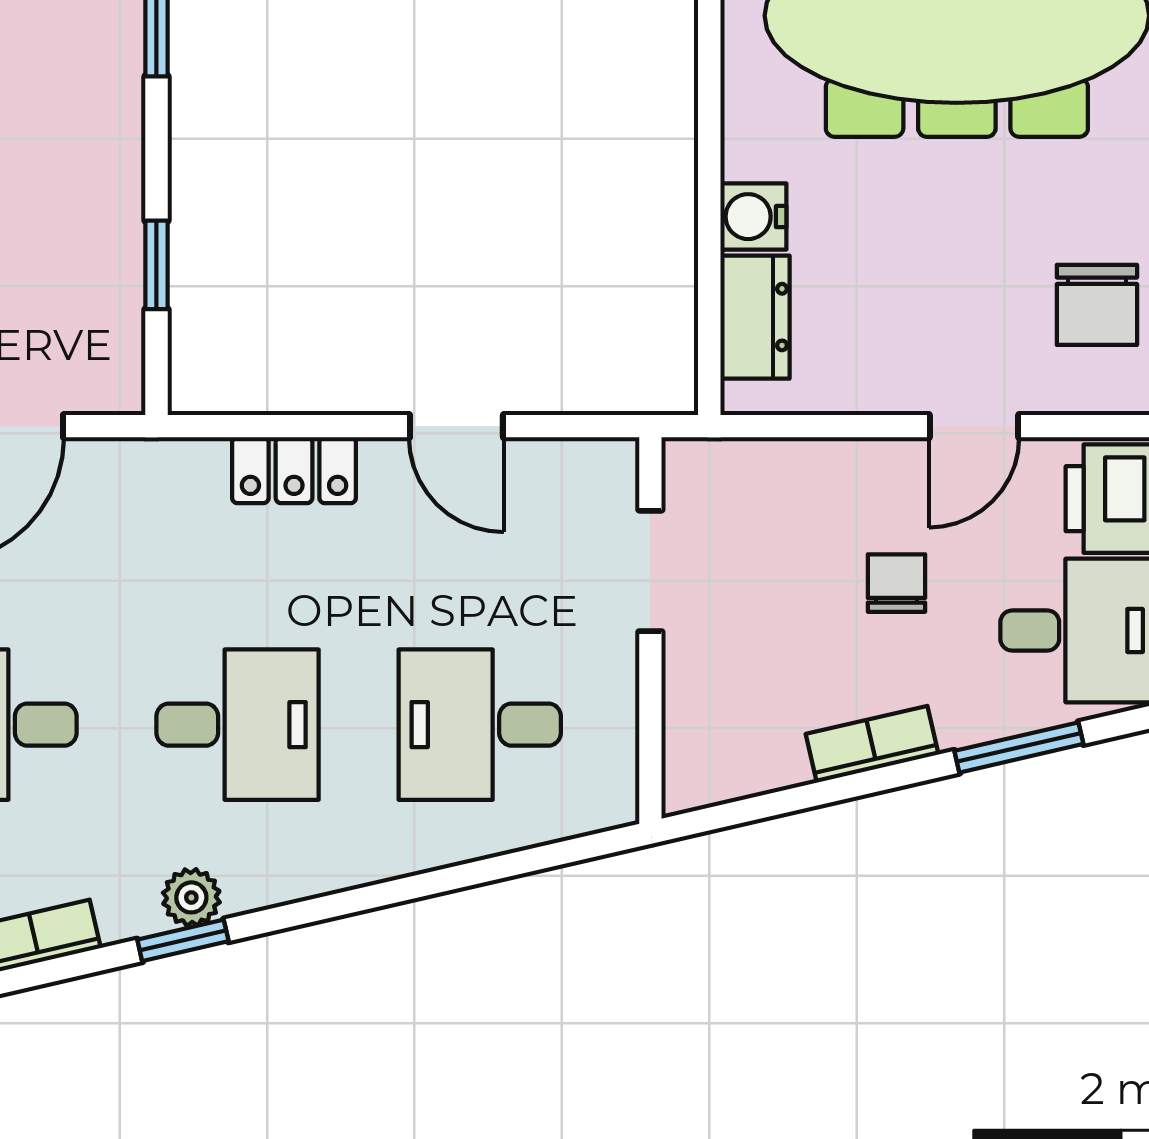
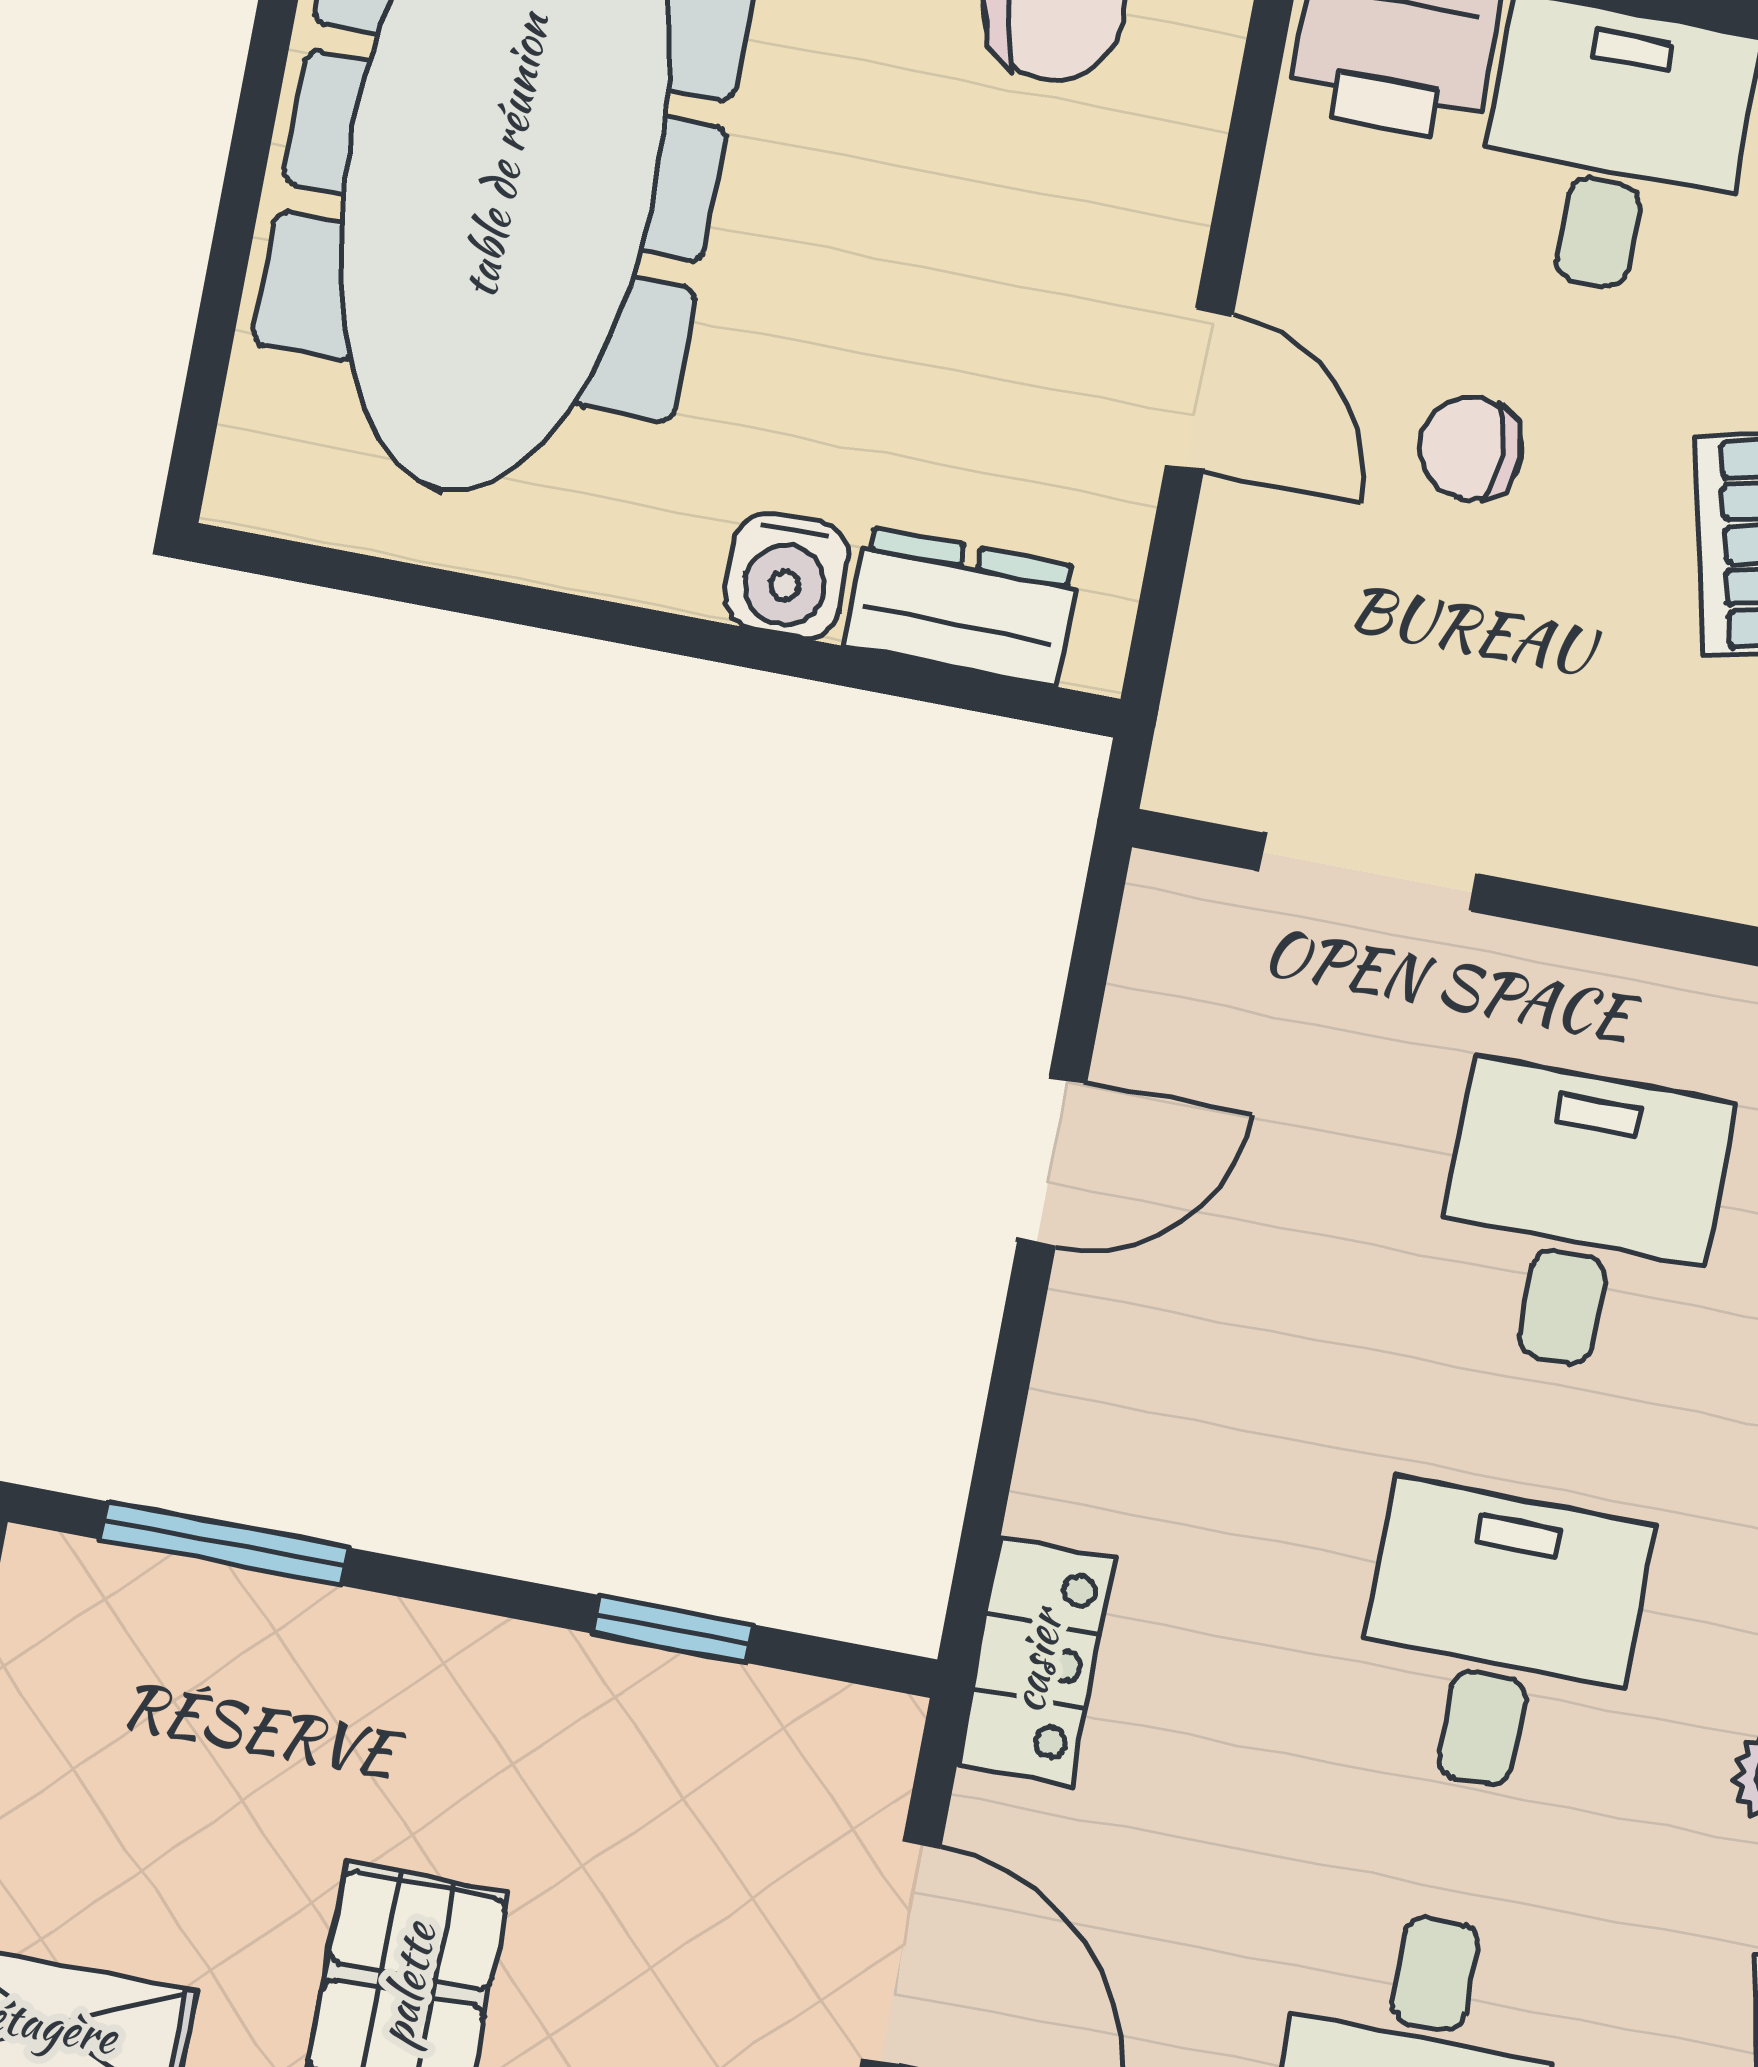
door: (974, 426) -> (1199, 390), moved
locker: (294, 470) -> (1036, 1661), moved
desk: (480, 725) -> (1579, 1220), turned 180

